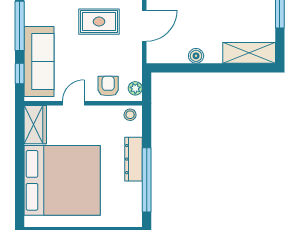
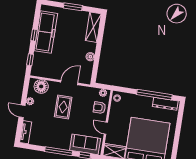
door: (144, 26) -> (69, 83), hinge flipped
sofa: (39, 62) -> (85, 144), width x0.73
dresser: (133, 159) -> (165, 104), moved

